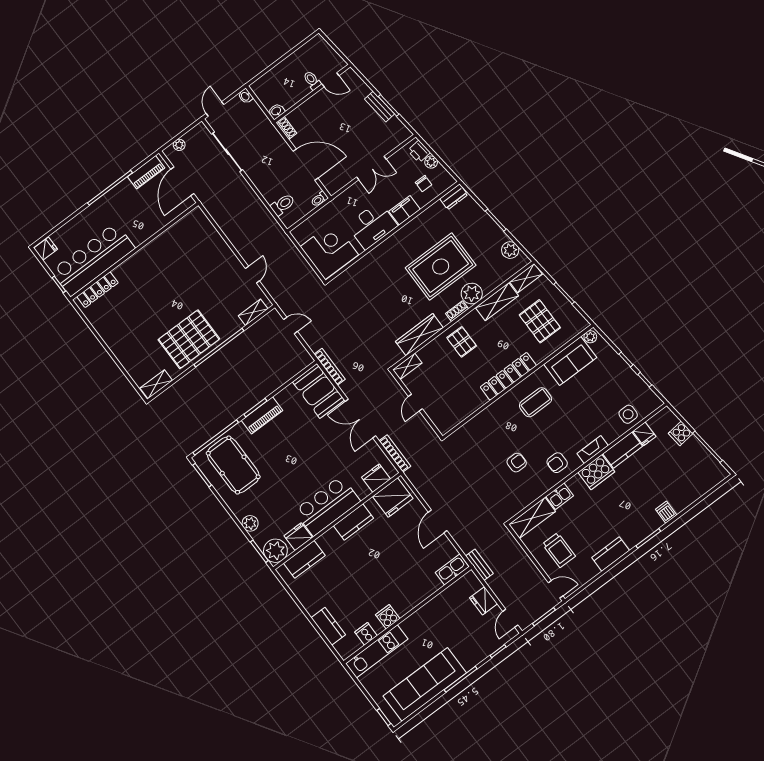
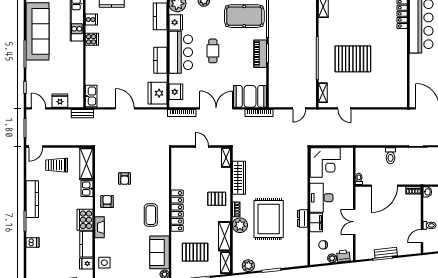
dresser: (454, 197) -> (303, 219), moved
toilet: (283, 205) -> (391, 156), moved
pallet: (189, 339) -> (353, 59), moved, turned 90
cafe table: (299, 471) -> (213, 51), added
kitchen counter: (611, 554) -> (32, 199), width x1.50

